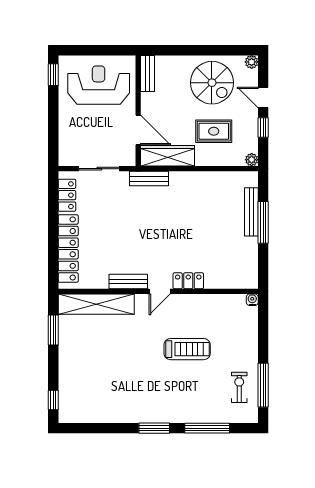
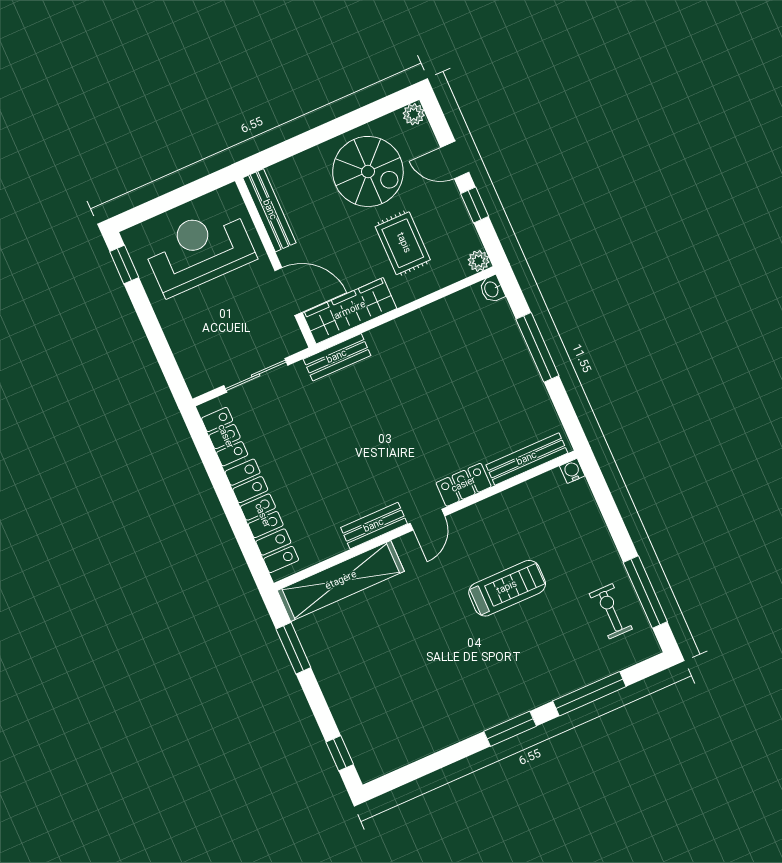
bench: (148, 73) -> (269, 210), width x1.36
rug: (214, 131) -> (403, 243), turned 90
washbasin: (252, 179) -> (492, 289), added
bench: (251, 212) -> (527, 459), moved, turned 90

